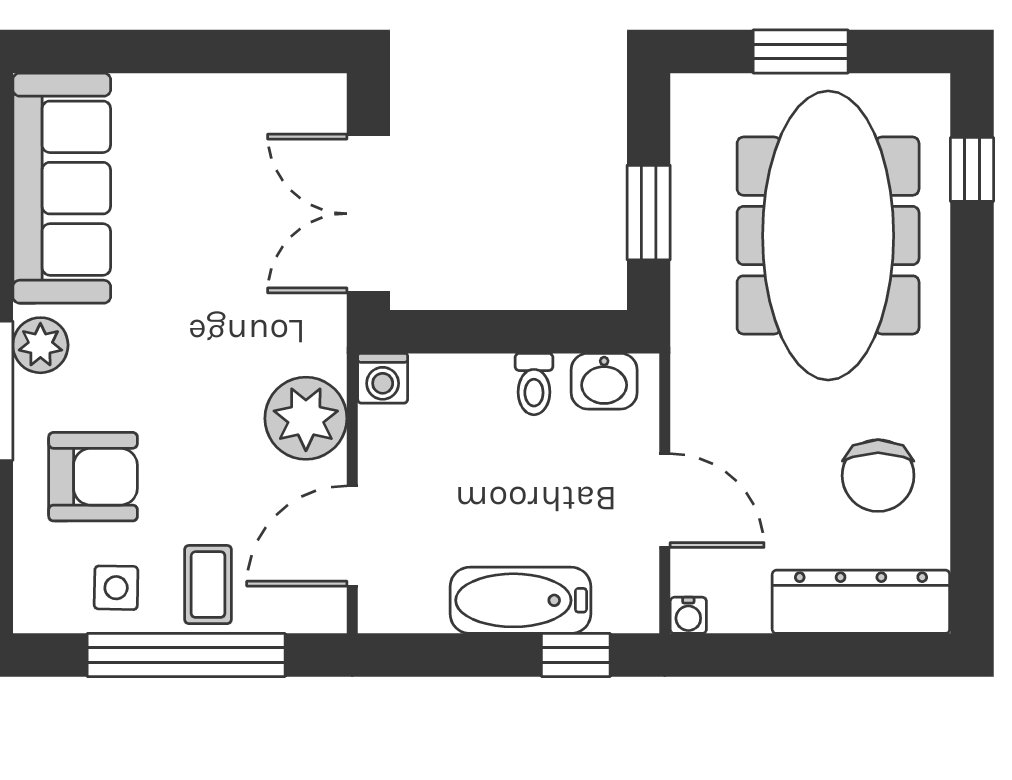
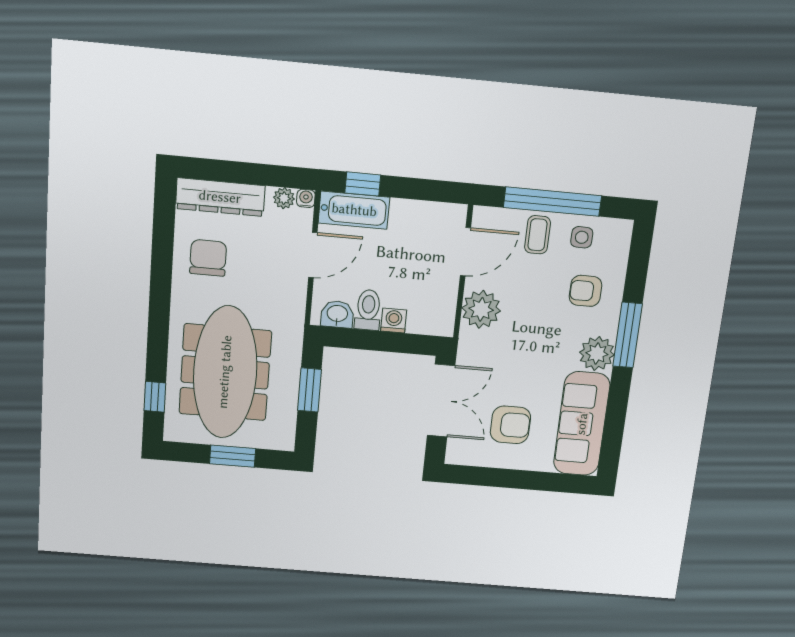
armchair: (214, 173) -> (510, 425), added
plant: (40, 345) -> (597, 354), width x1.36, depth x1.36
washing machine: (383, 378) -> (394, 320), moved
toilet: (534, 384) -> (368, 310), width x1.37, depth x1.39
armchair: (93, 477) -> (585, 291), width x0.72, depth x0.72
door: (665, 501) -> (313, 255), swing flipped
bathtub: (520, 600) -> (354, 210), moved
plant: (733, 612) -> (284, 198), added

